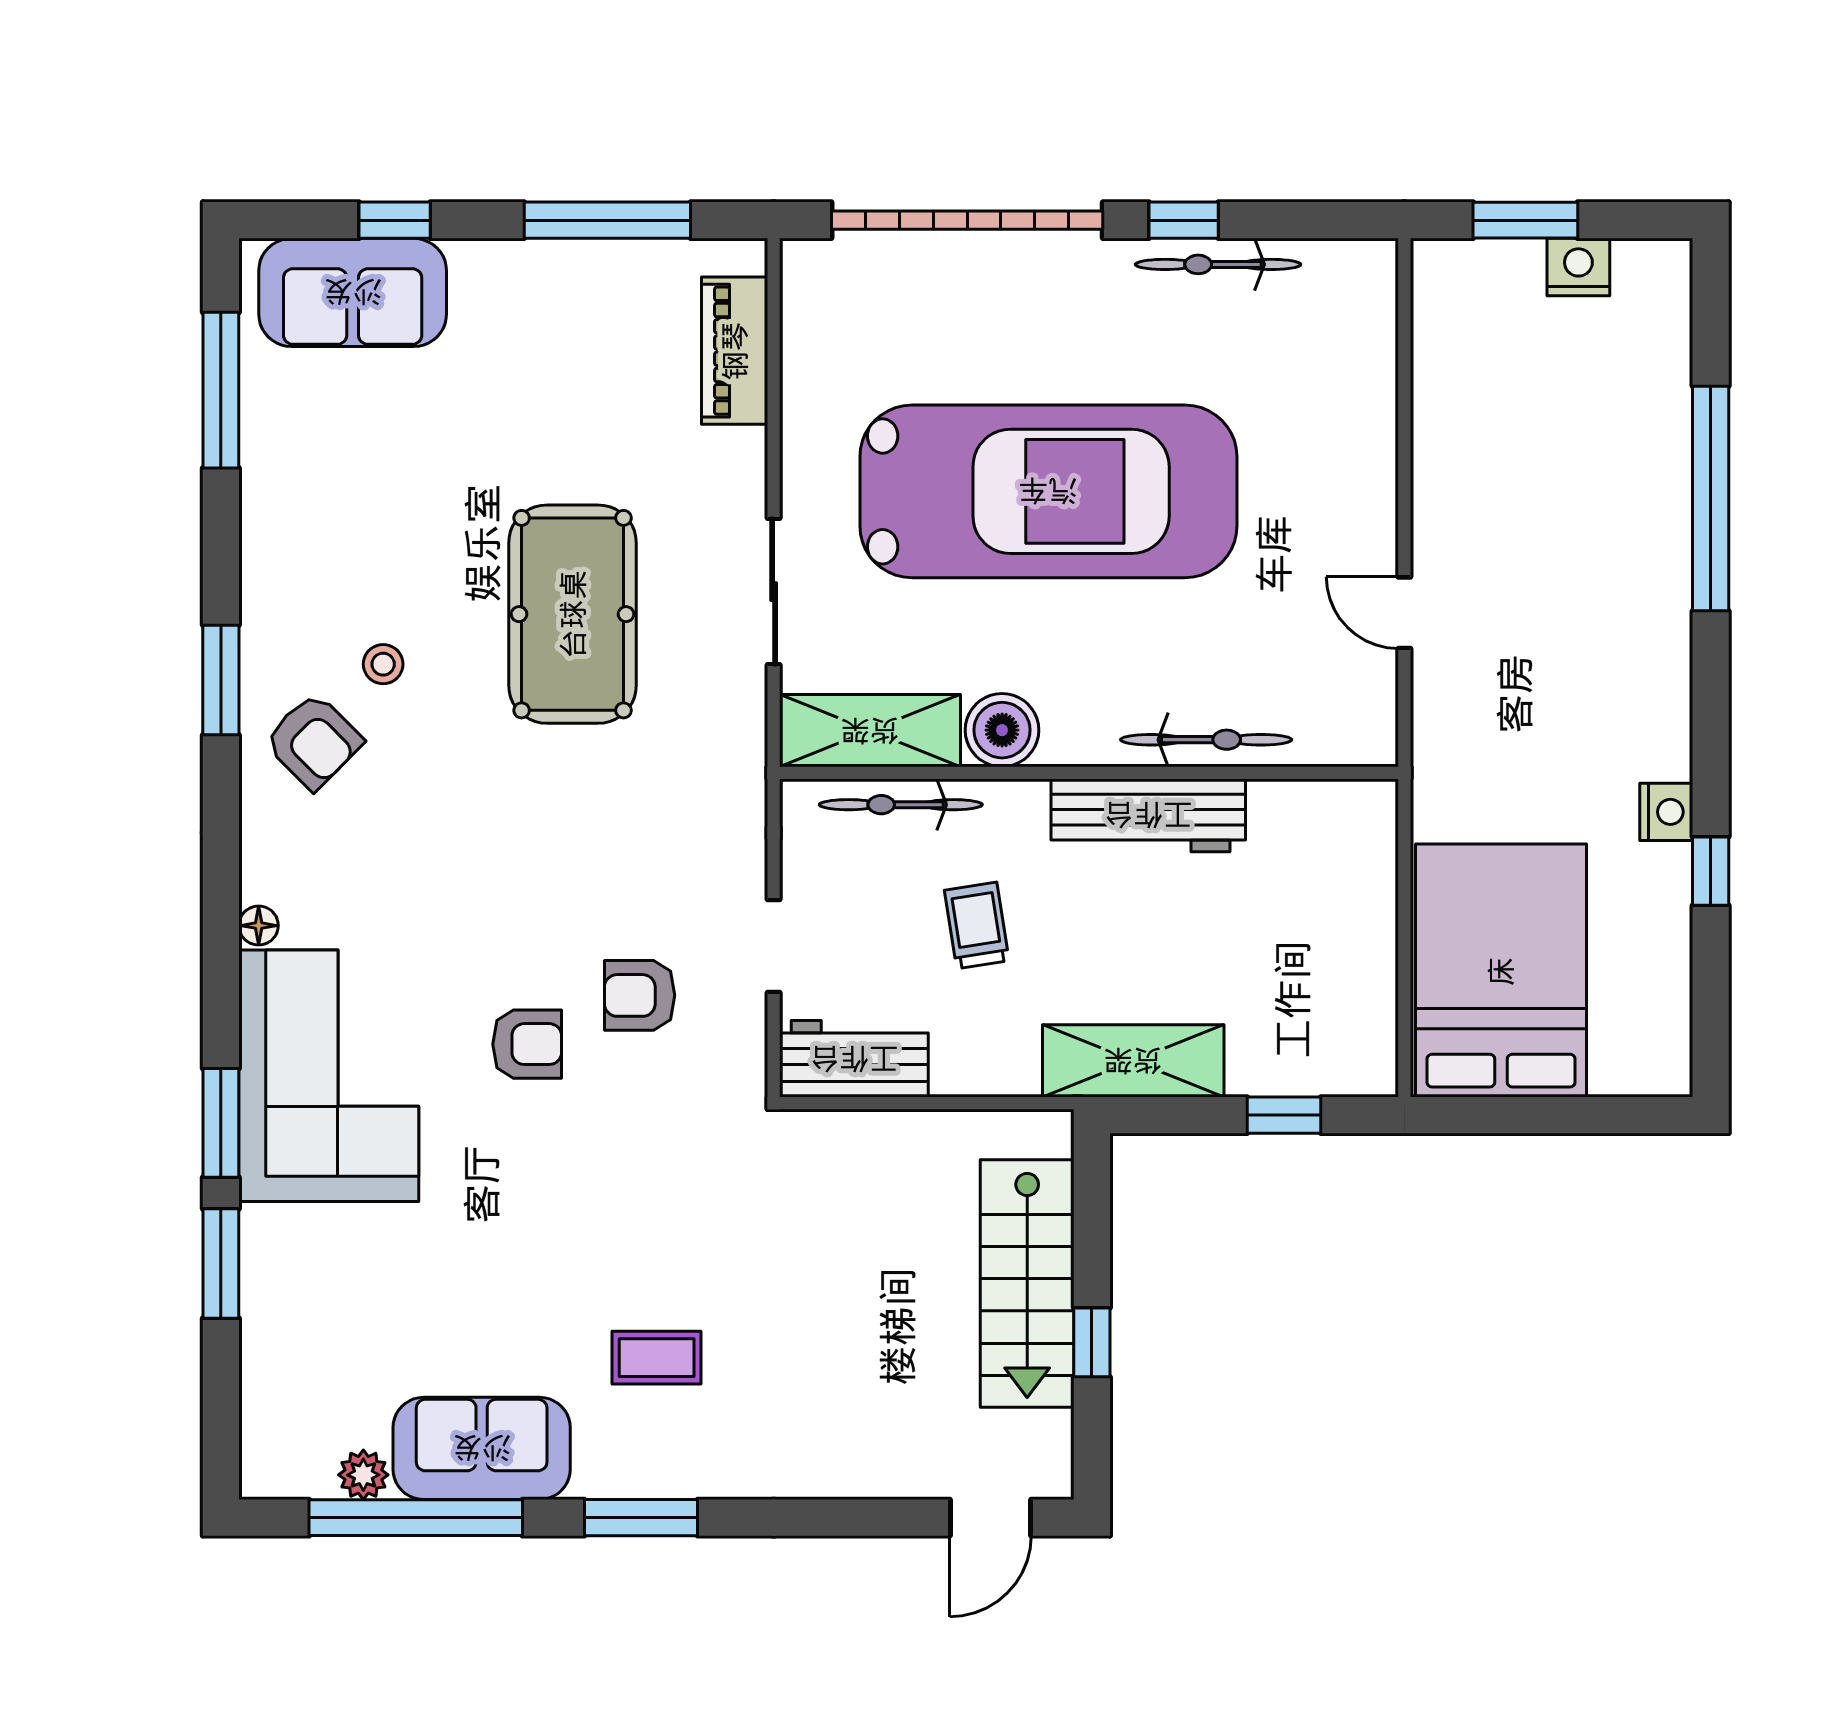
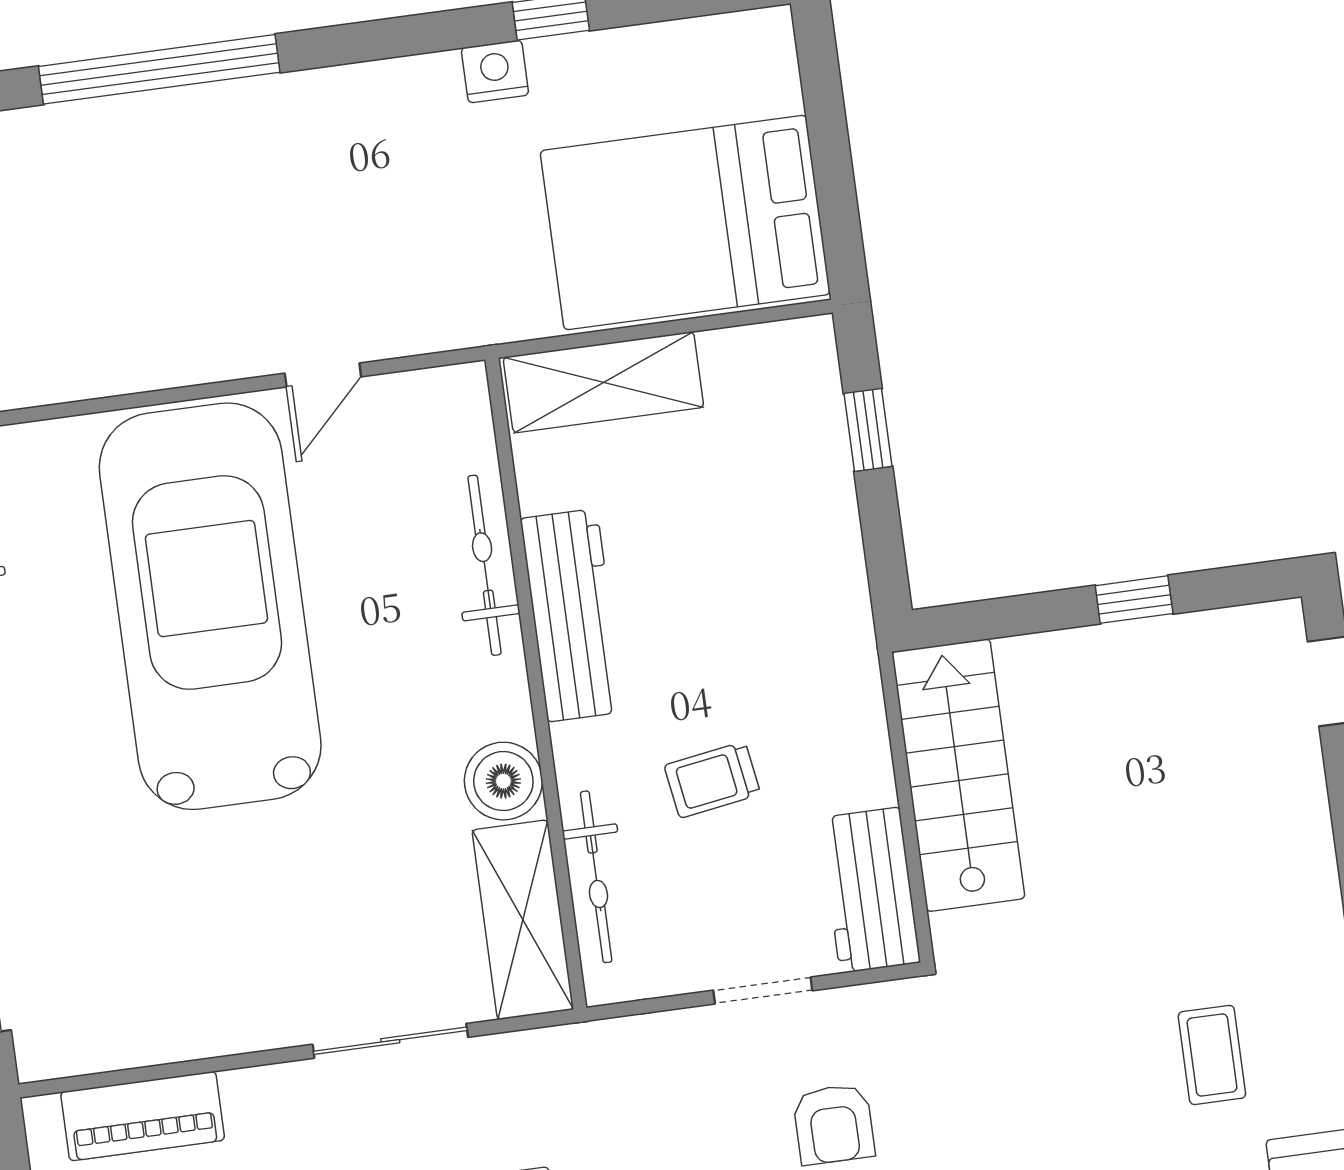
car: (1048, 491) -> (210, 606), moved
shelving: (1133, 1061) -> (603, 382), moved, turned 90
stairs: (1027, 1284) -> (958, 775), moved, turned -90

